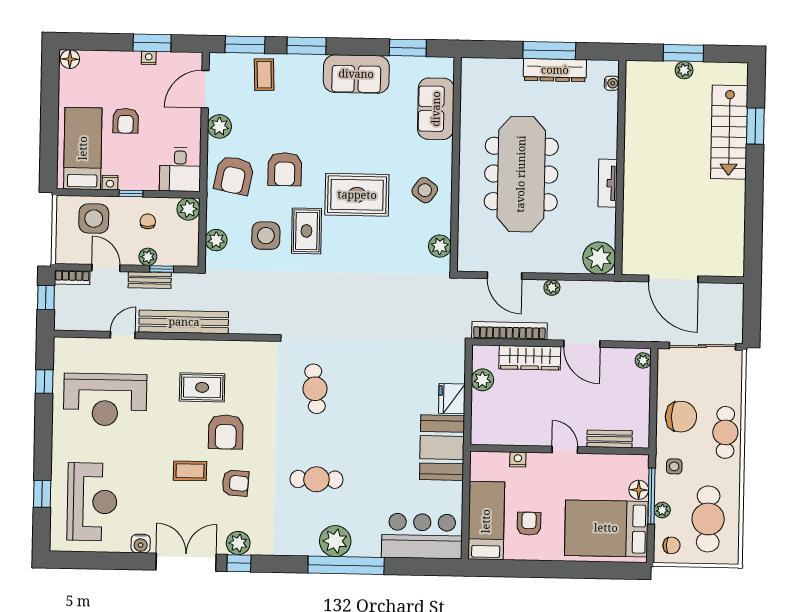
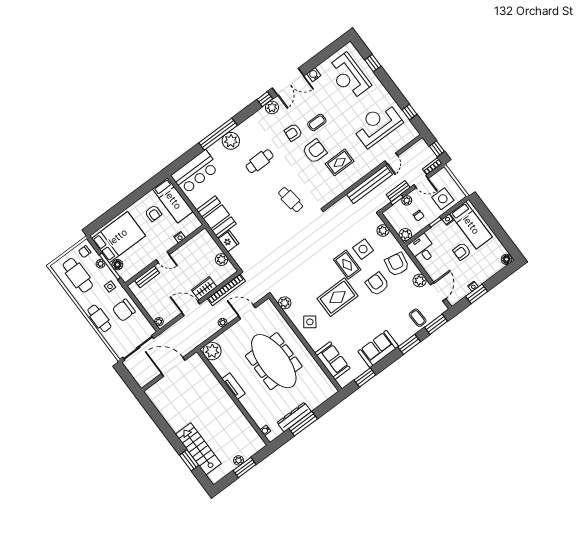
armchair: (126, 121) -> (462, 251), turned -90
wardrobe: (530, 358) -> (204, 288), width x0.67
armchair: (226, 432) -> (315, 151), turned 90

